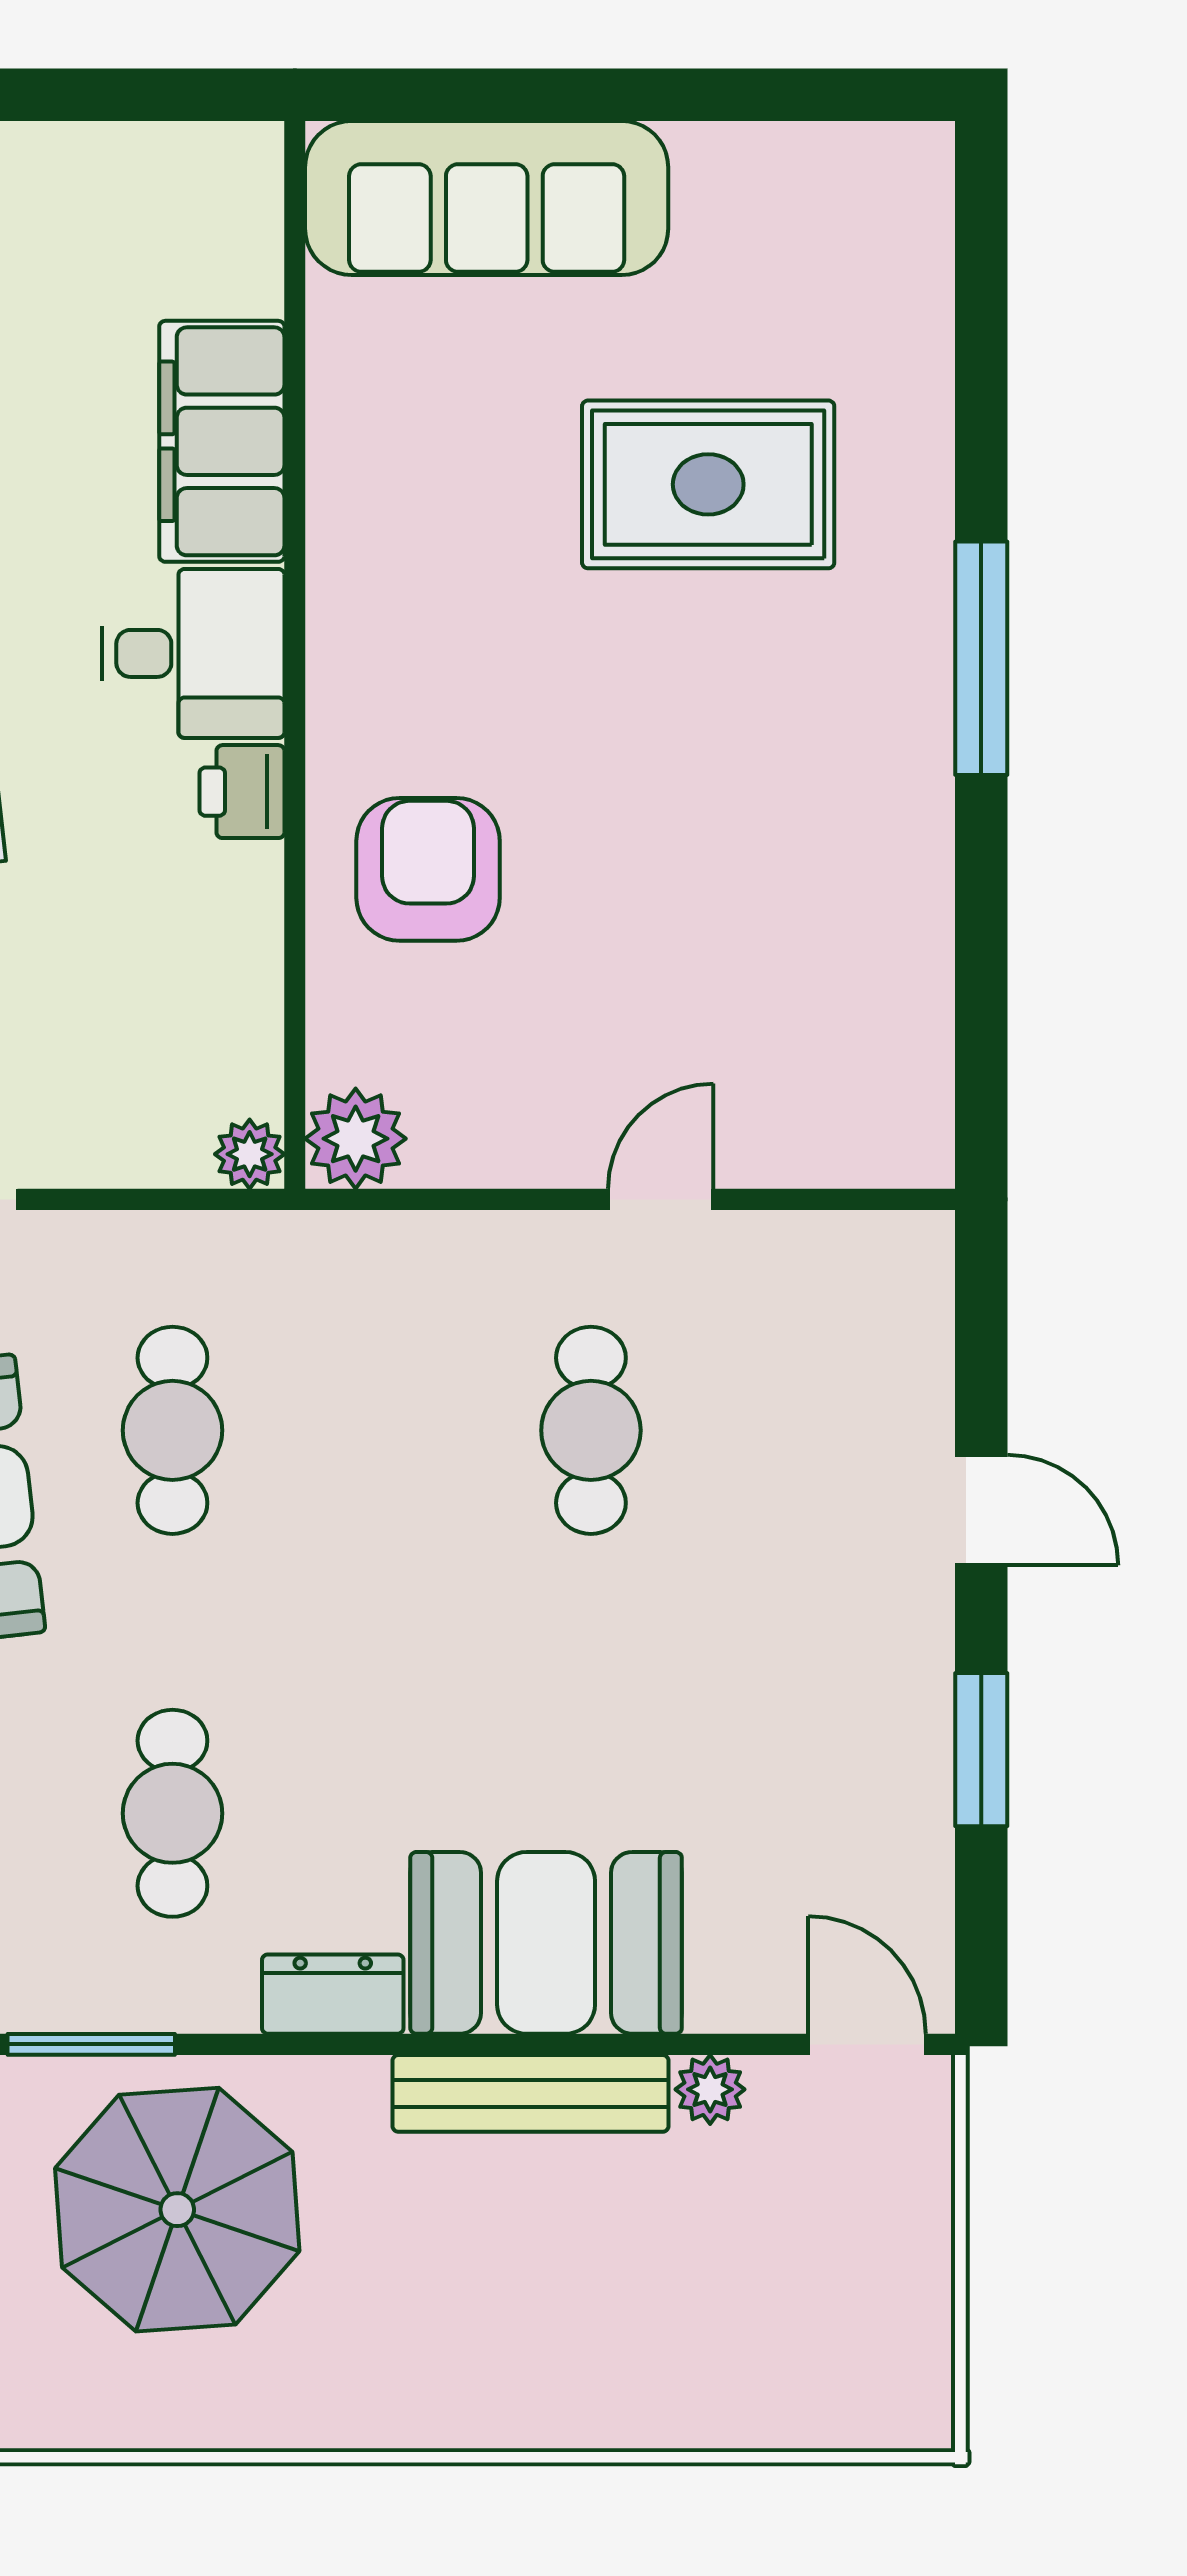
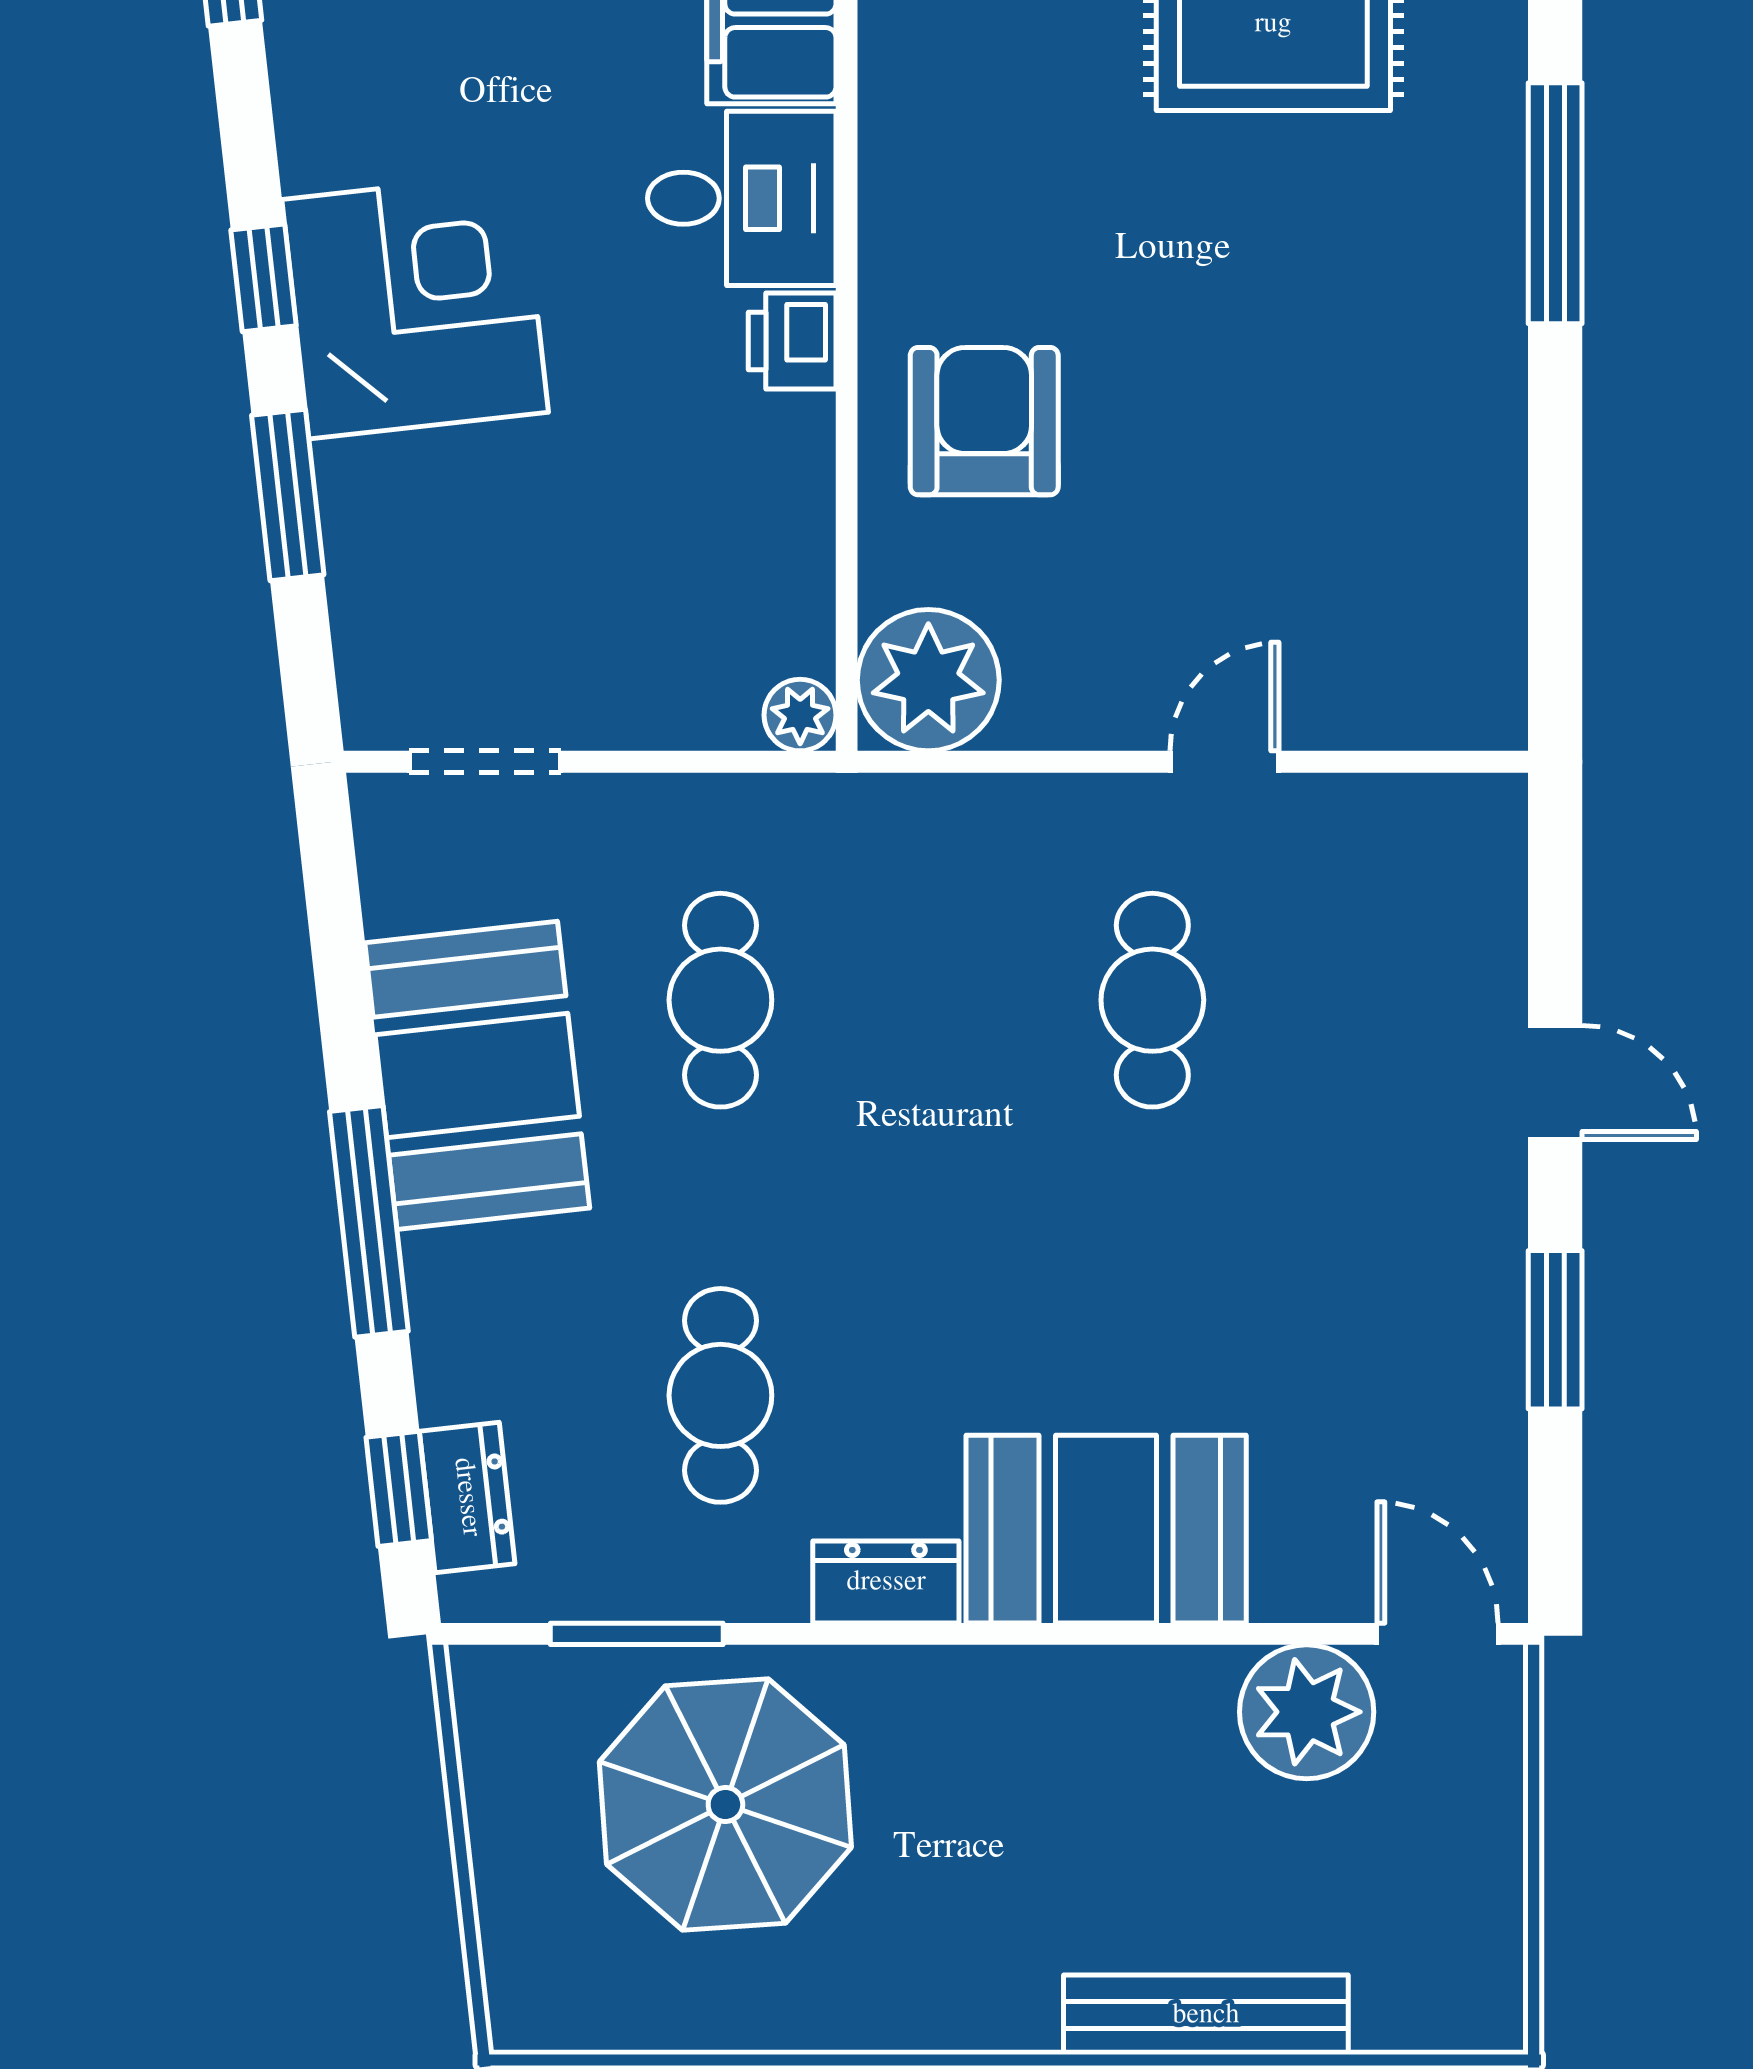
plant: (356, 1139) -> (928, 680), width x1.36, depth x1.36
plant: (710, 2089) -> (1307, 1712), width x1.87, depth x1.87
bench: (531, 2093) -> (1206, 2015), moved

